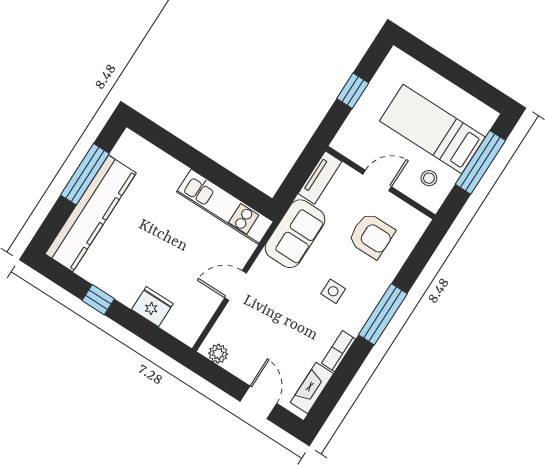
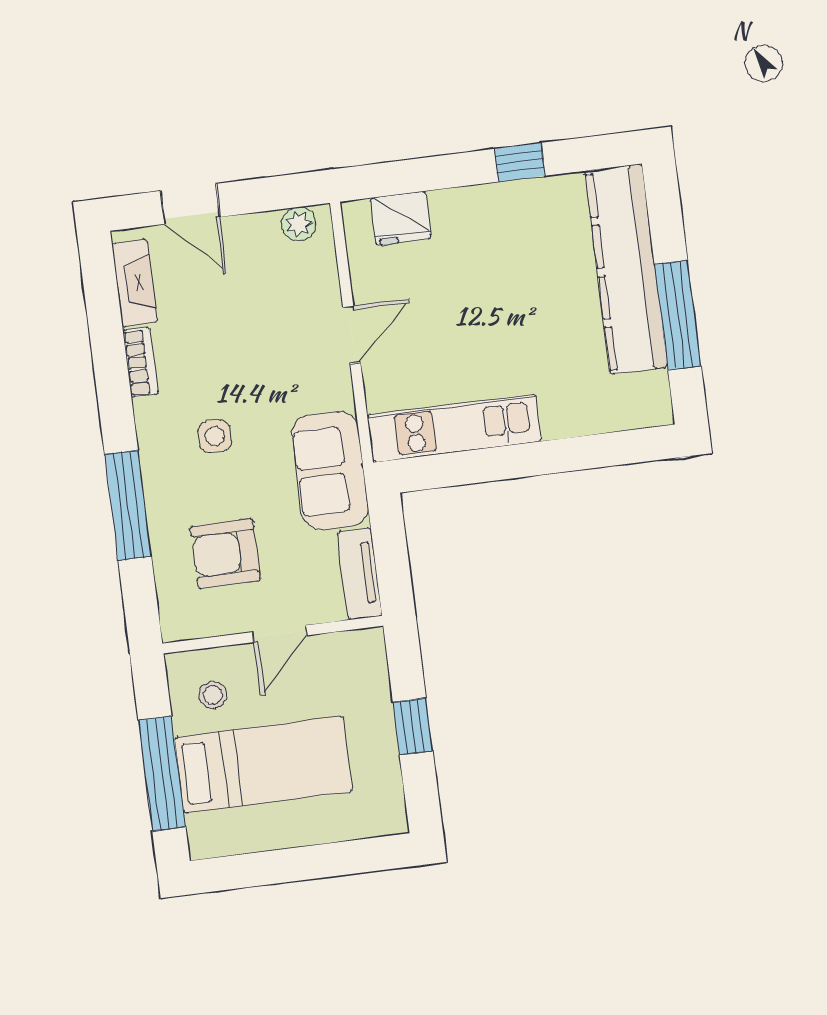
fridge: (152, 307) -> (401, 218), moved
window: (383, 314) -> (128, 506), moved

